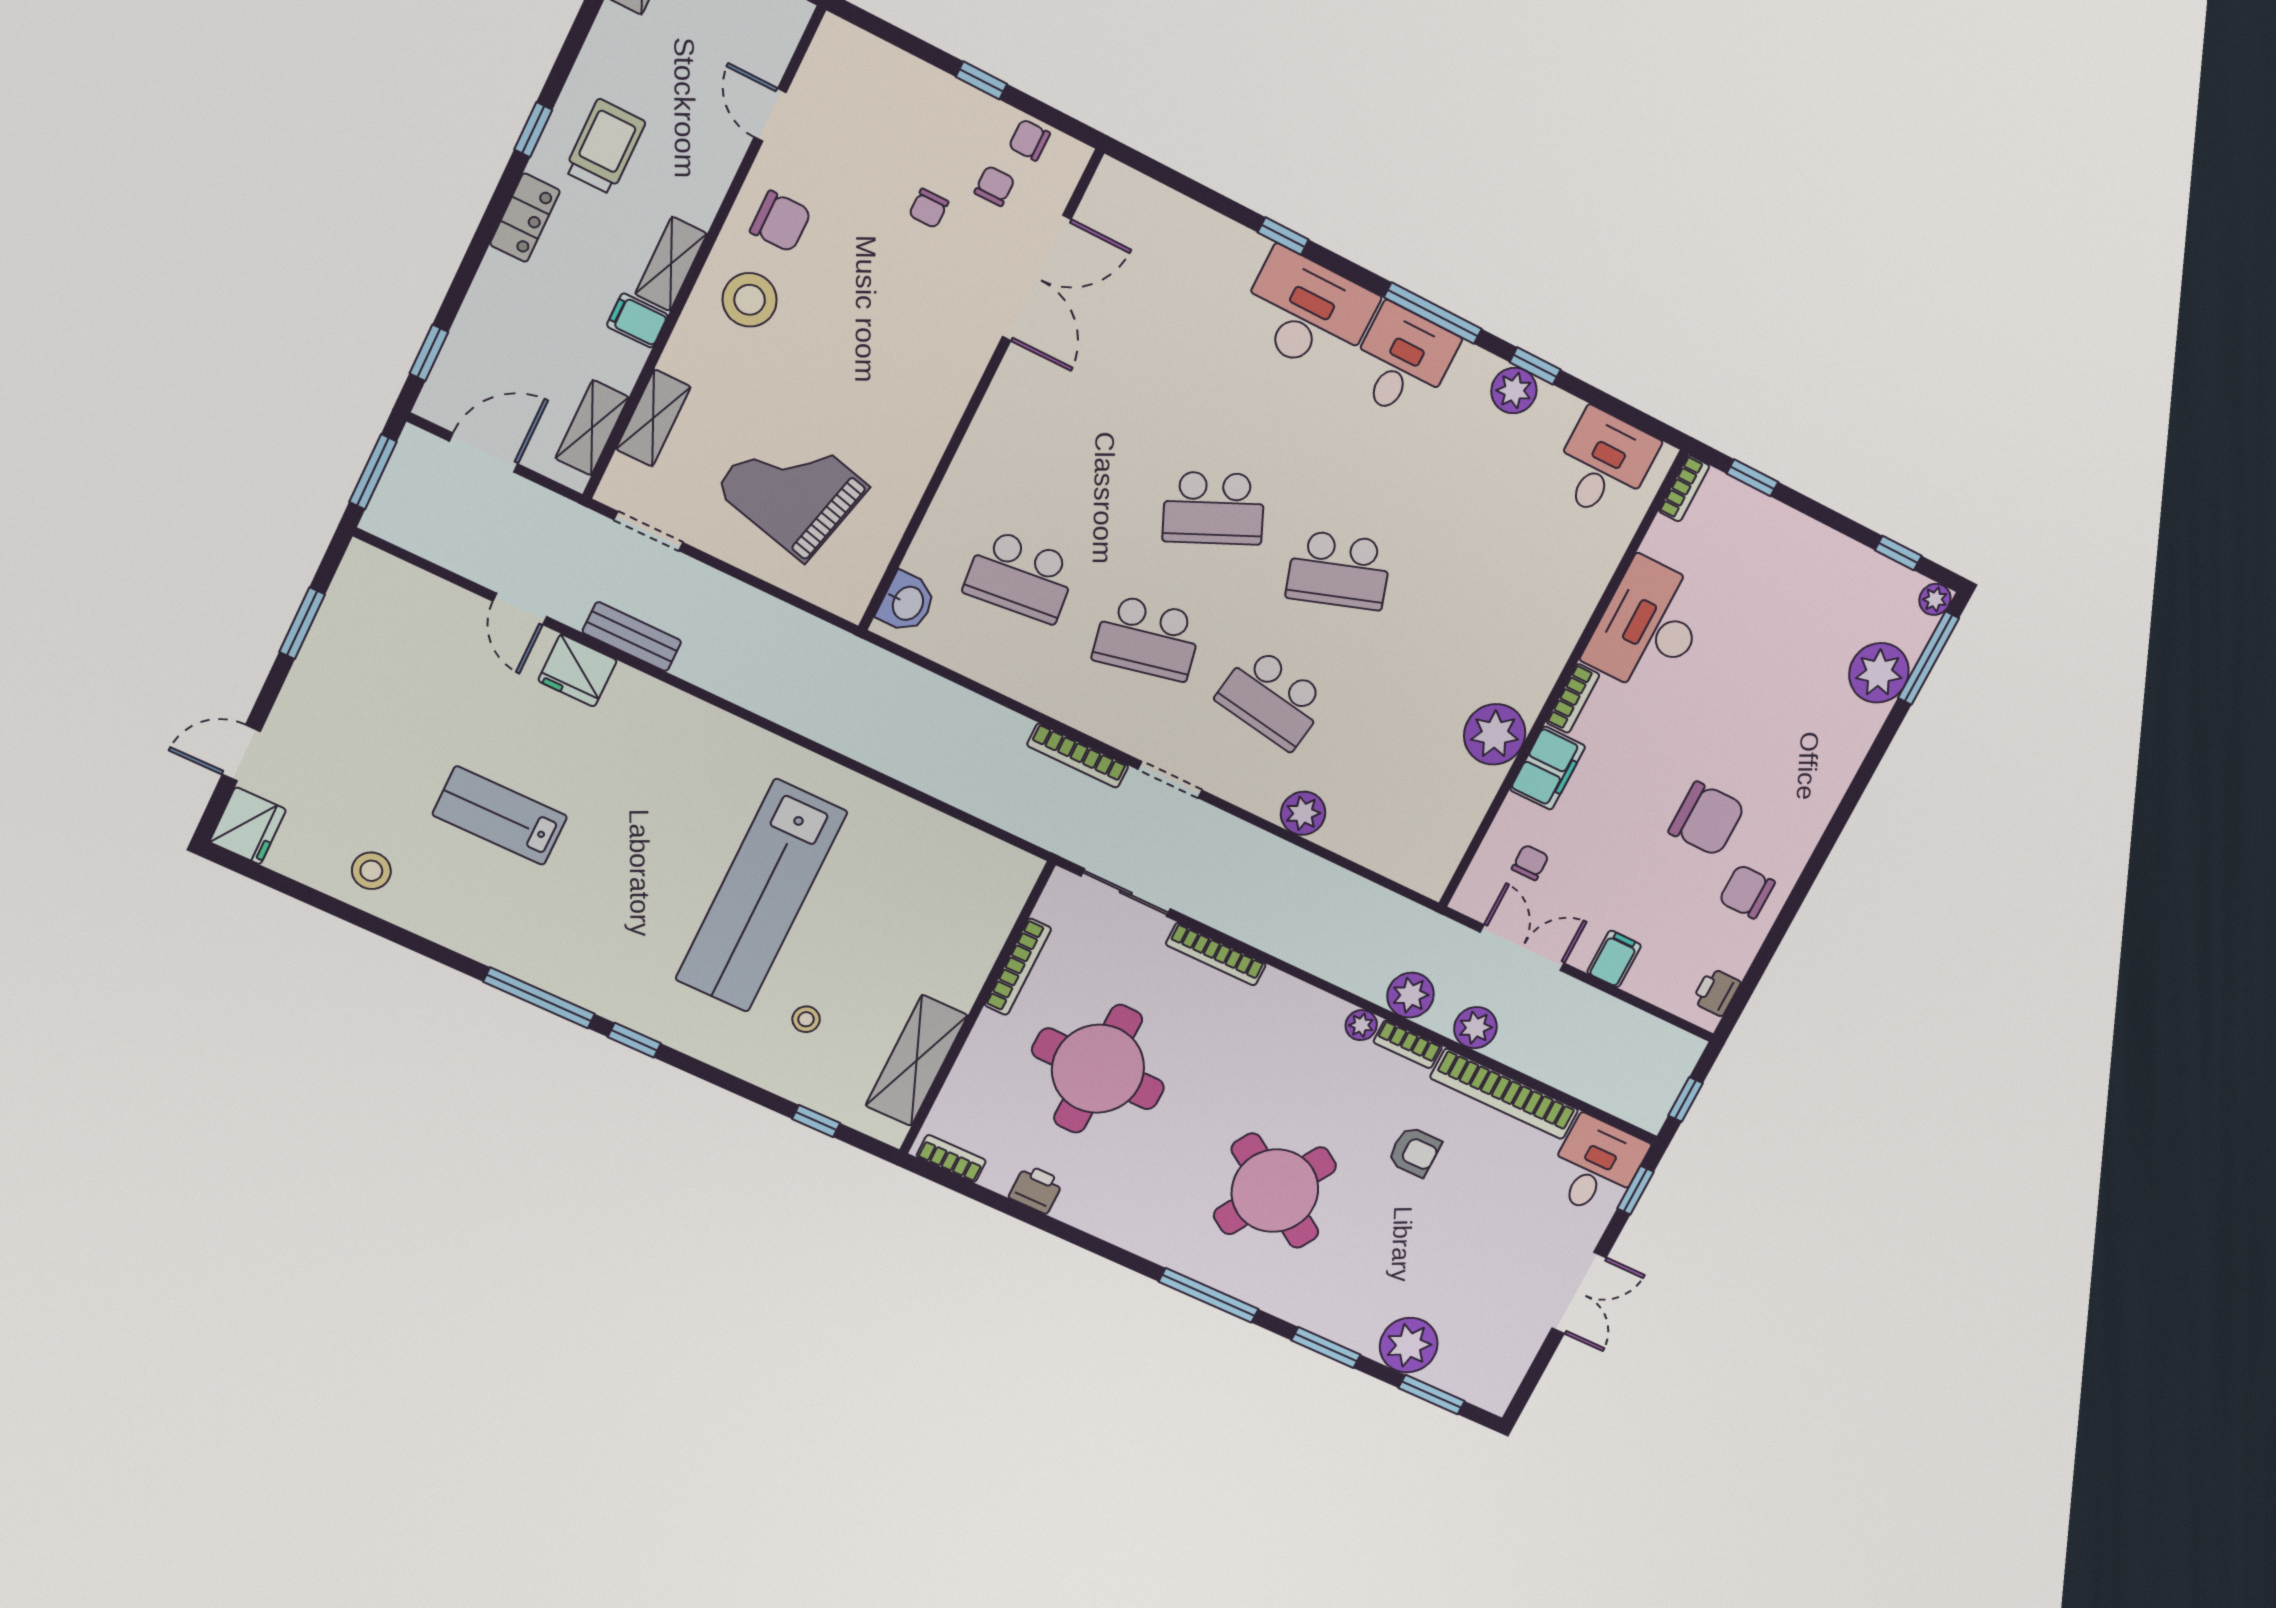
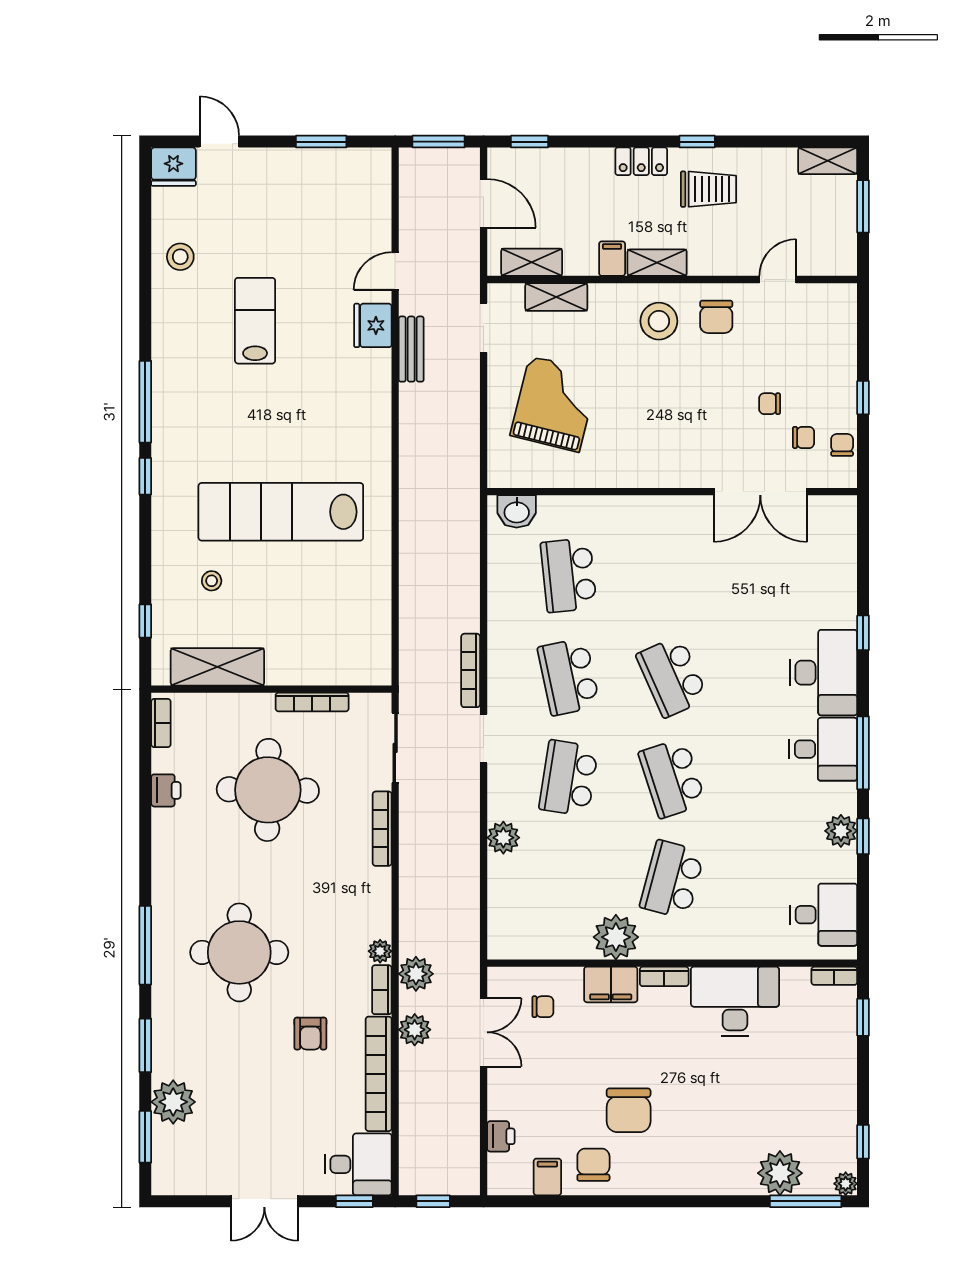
school desk: (1462, 631) -> (672, 880), added
filing cabinet: (1614, 959) -> (547, 1177), moved, turned -90
printer: (1716, 992) -> (501, 1136), moved, turned 90
round table: (1275, 1191) -> (239, 952), turned -32

